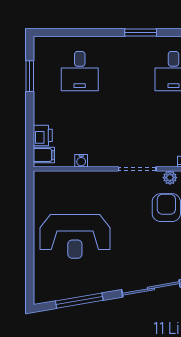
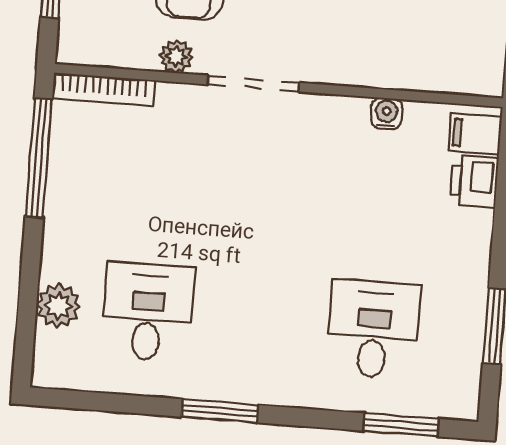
window: (65, 32) -> (401, 425), added

